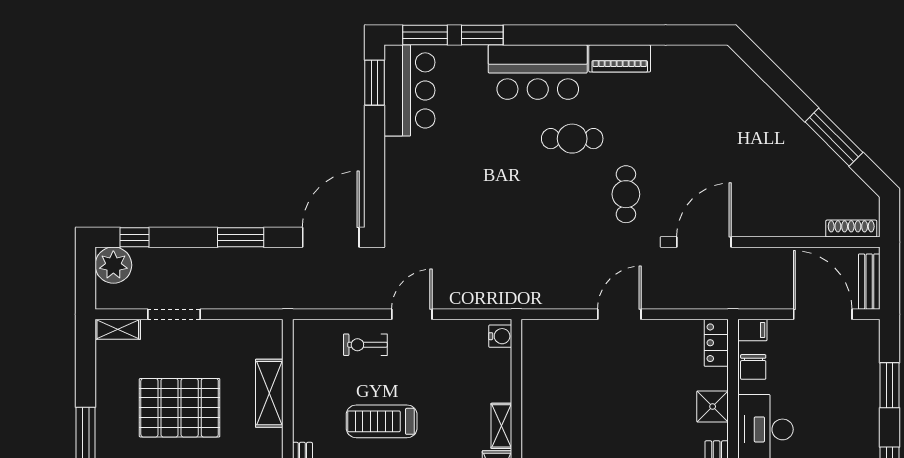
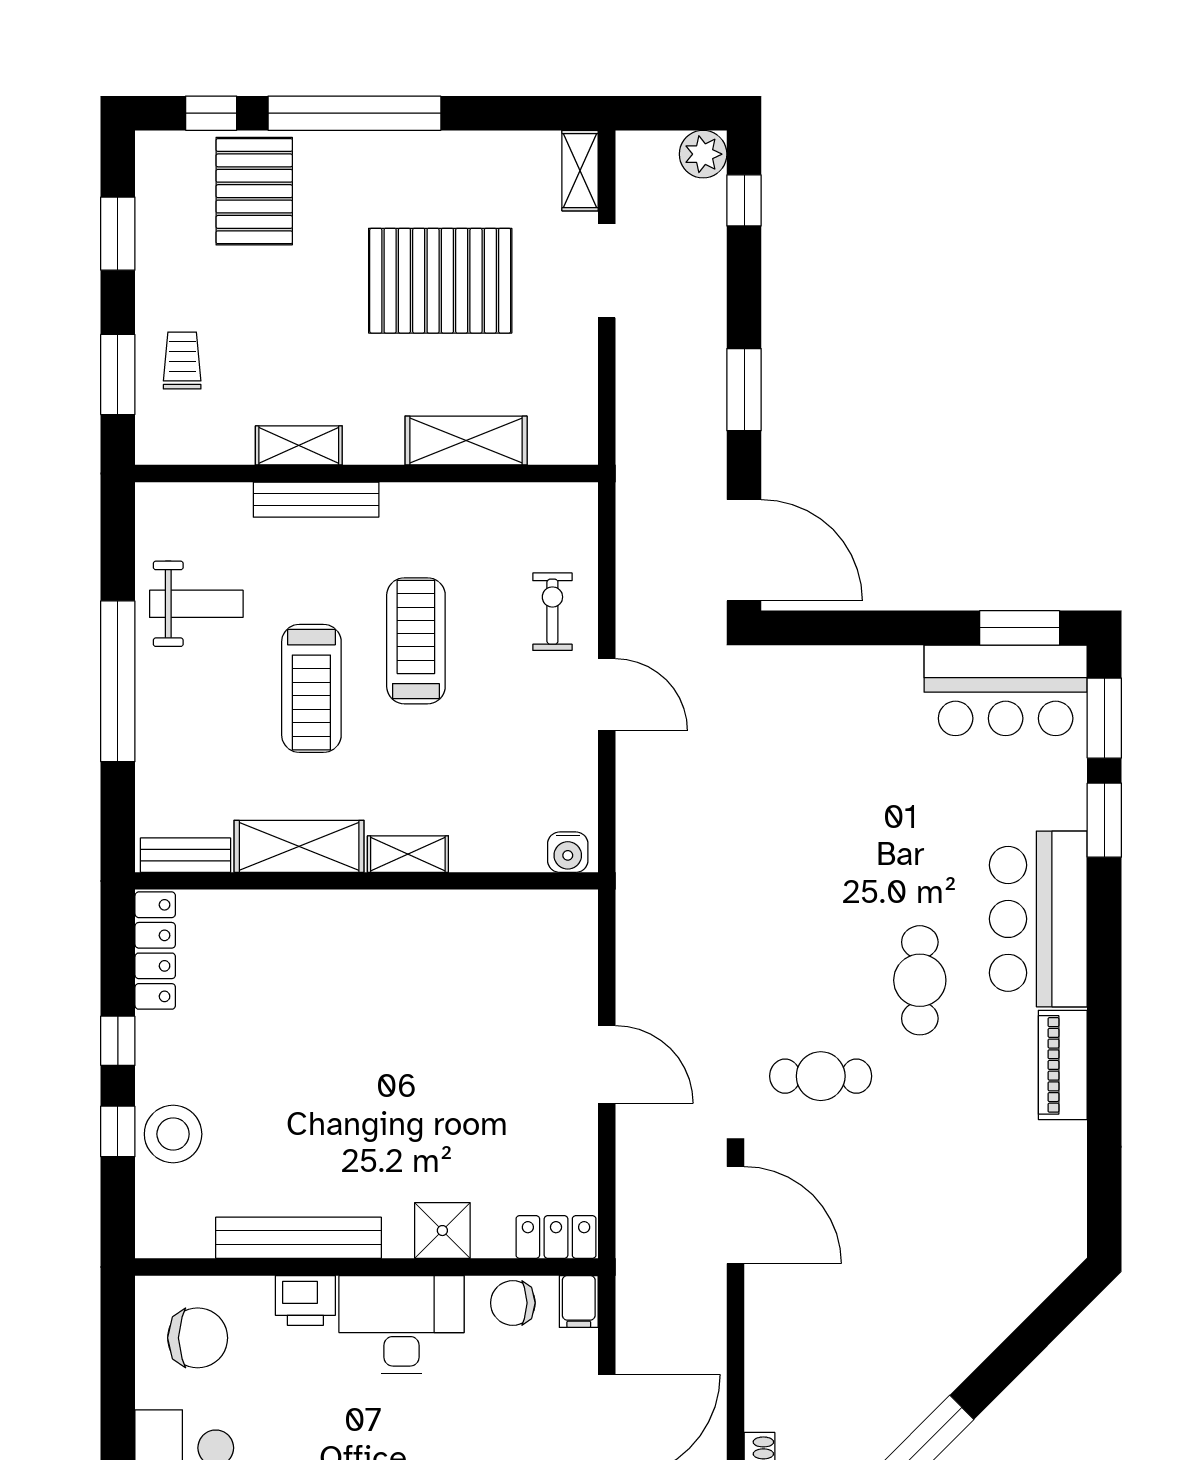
plant: (113, 265) -> (703, 154), width x0.73, depth x0.73
pallet: (180, 408) -> (440, 281), turned 90

